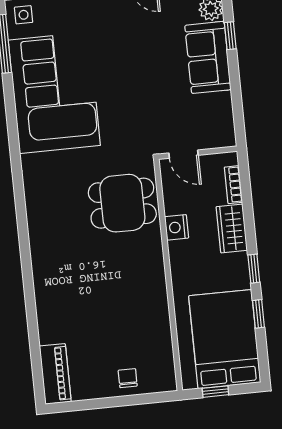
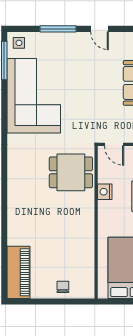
piano: (55, 374) -> (19, 272), width x1.37, depth x1.33
window: (215, 392) -> (119, 301), removed

